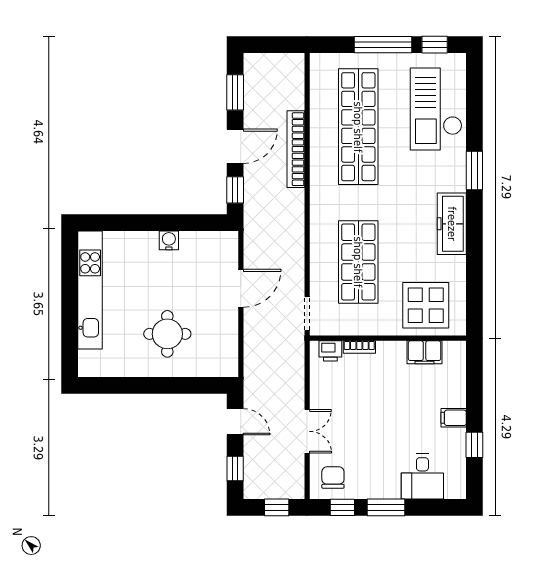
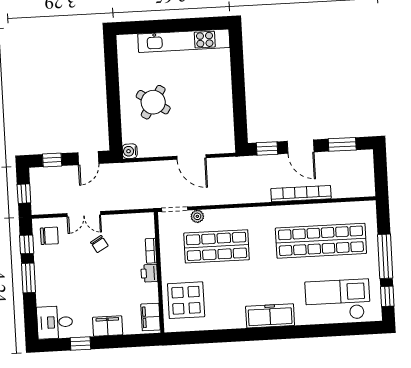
window: (474, 170) -> (292, 332), removed
freezer: (452, 224) -> (270, 316), moved
water cooler: (169, 240) -> (130, 151), moved, turned 180
plant: (318, 285) -> (197, 216), added
round table: (167, 334) -> (153, 102), turned 33
printer: (330, 351) -> (149, 273), moved
filing cabinet: (425, 352) -> (151, 317), moved
chair: (347, 413) -> (99, 244), added
filing cabinet: (454, 418) -> (108, 326), width x2.00
desk: (422, 477) -> (55, 322), moved

